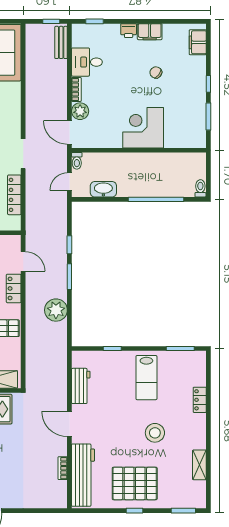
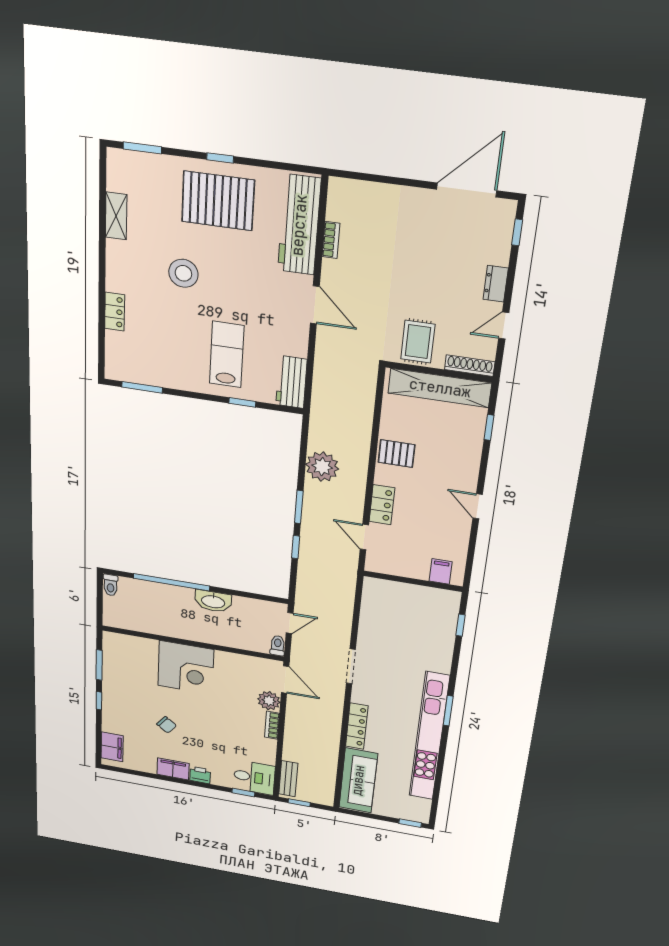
desk: (87, 62) -> (254, 777), moved
washbasin: (103, 189) -> (213, 601), moved
locker: (14, 195) -> (357, 726), moved
lab bench: (146, 378) -> (227, 355), moved
workbench: (81, 386) -> (291, 382), moved

